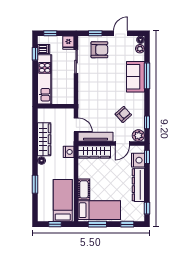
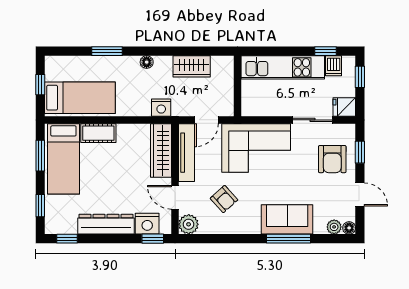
corner sofa: (93, 95) -> (256, 148), added
window: (147, 122) -> (211, 239), removed
wardrobe: (44, 139) -> (192, 66), width x0.67

